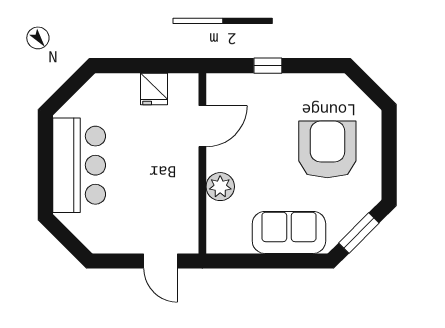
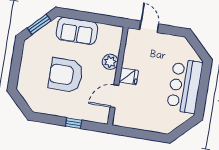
fridge: (154, 89) -> (129, 76), moved, turned 90
armchair: (327, 149) -> (66, 75), moved, turned 90

